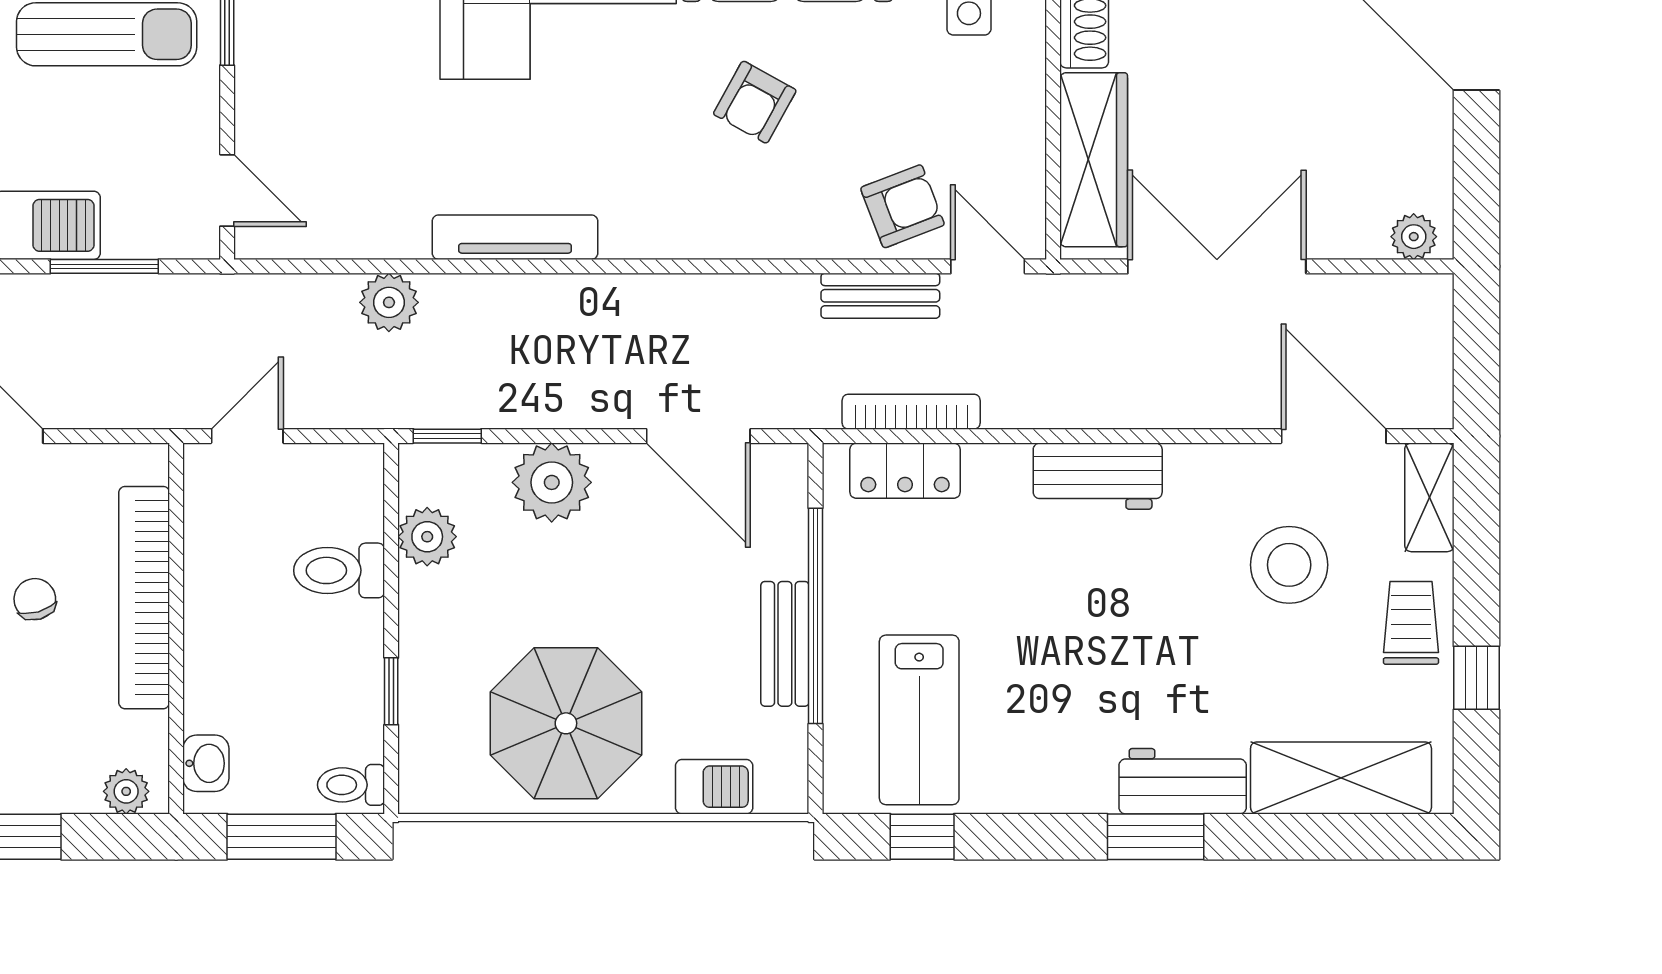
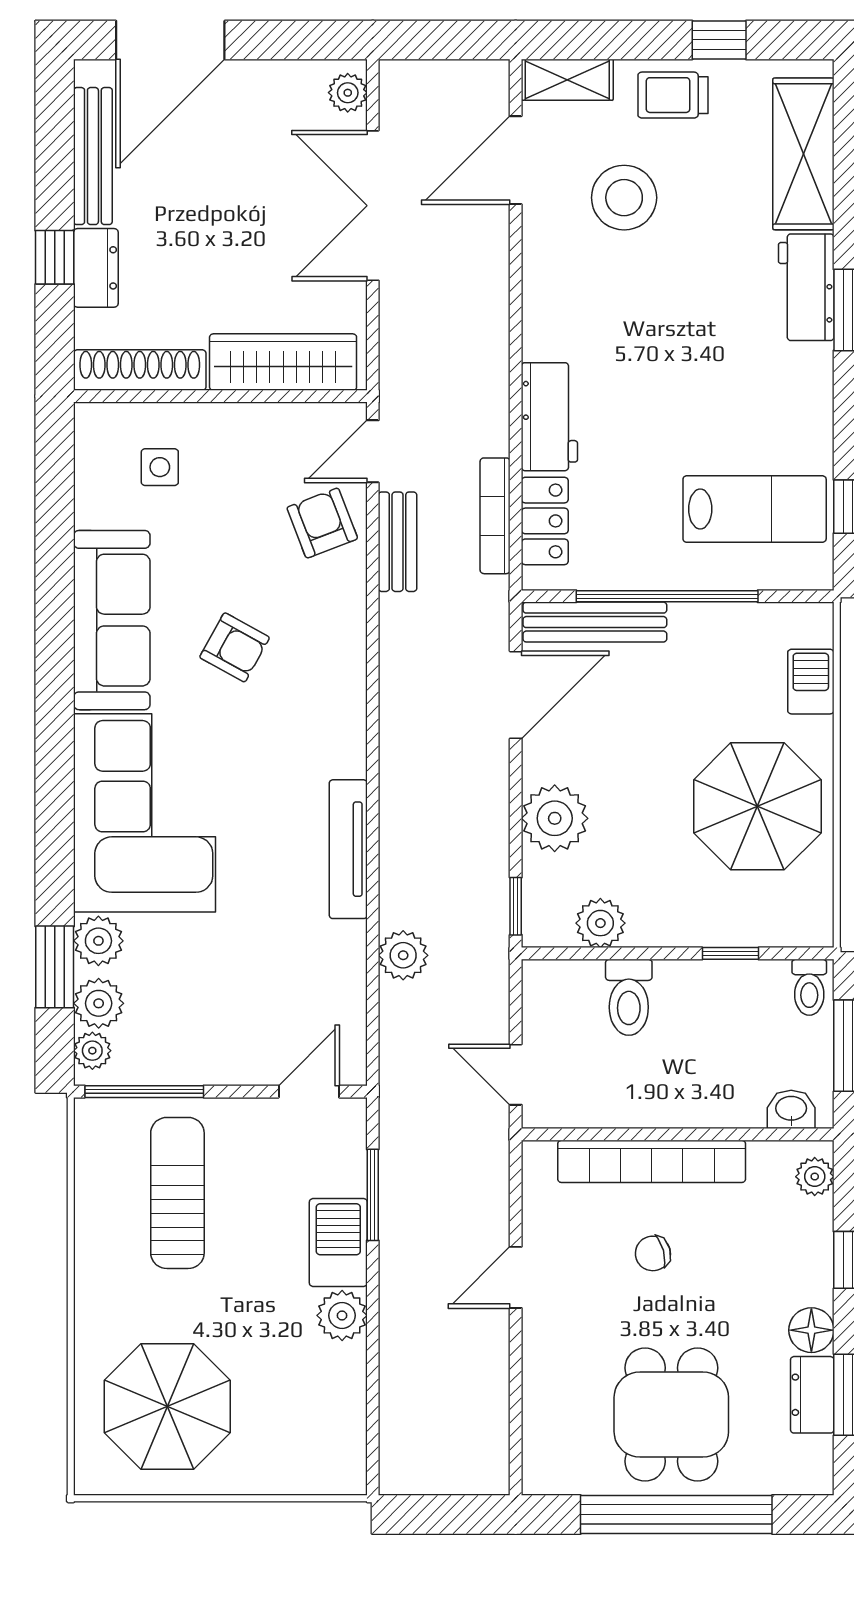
double door: (1217, 266) -> (373, 206), moved
workbench: (1098, 476) -> (549, 417), moved
bench: (785, 644) -> (595, 622), moved, width x1.36

